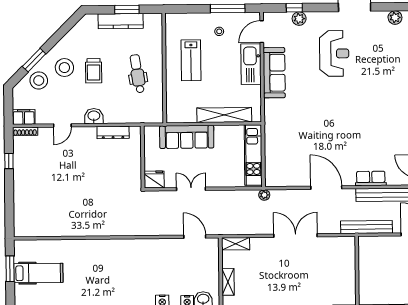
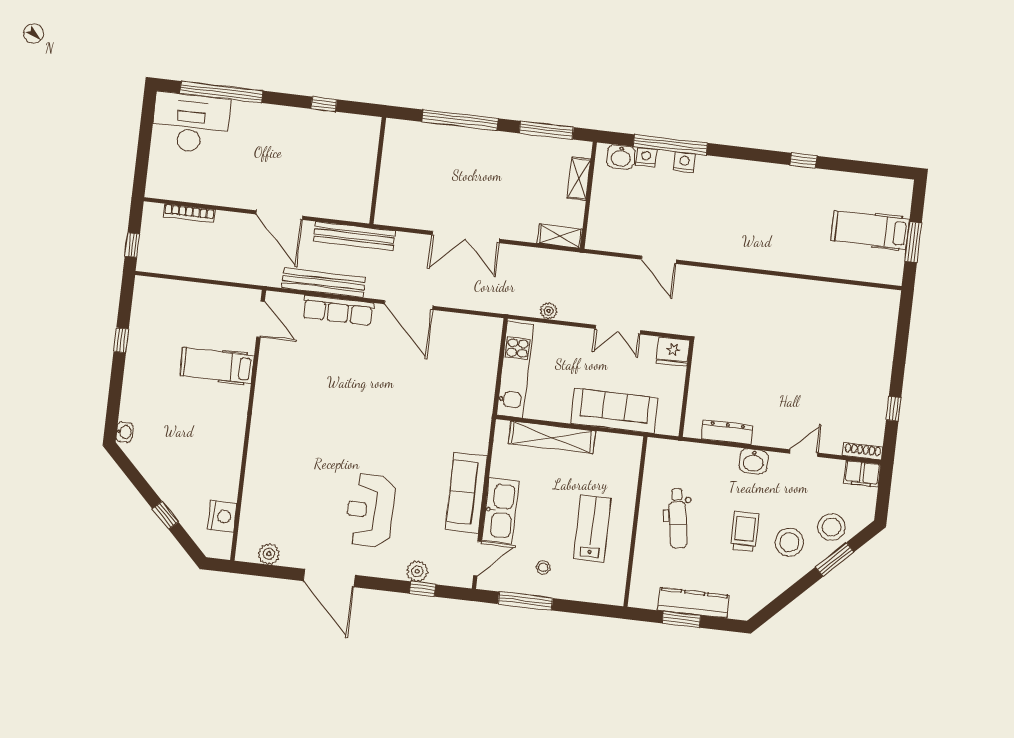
row of seats: (371, 178) -> (338, 310), width x1.48
plant: (264, 195) -> (549, 311), moved
door: (195, 237) -> (659, 260), moved

